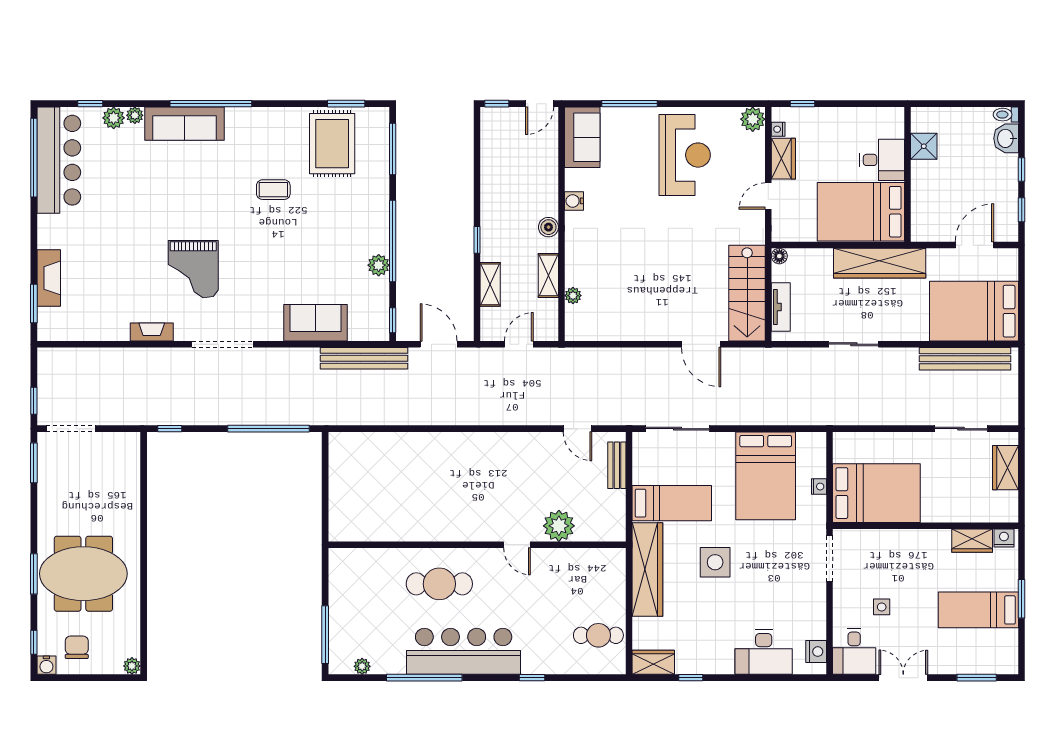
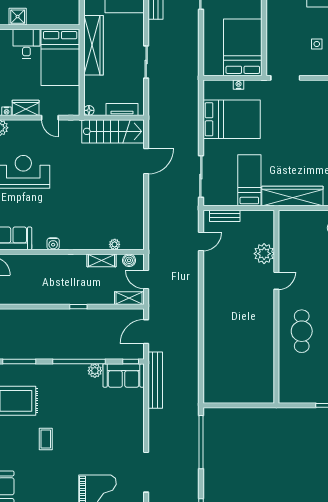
boiler: (548, 227) -> (129, 260), moved
shelving: (490, 284) -> (129, 298), moved
sofa: (316, 323) -> (124, 375), moved, turned -90
side table: (715, 562) -> (288, 152), removed

